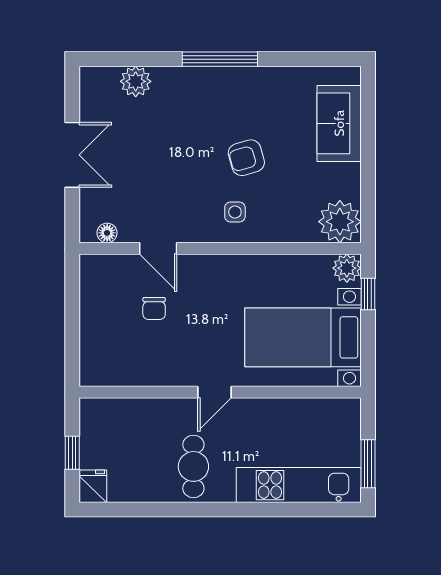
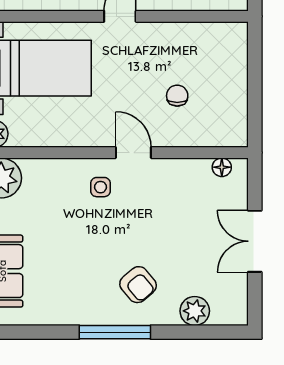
armchair: (246, 158) -> (138, 285), moved, turned 66
door: (158, 248) -> (133, 153), moved

